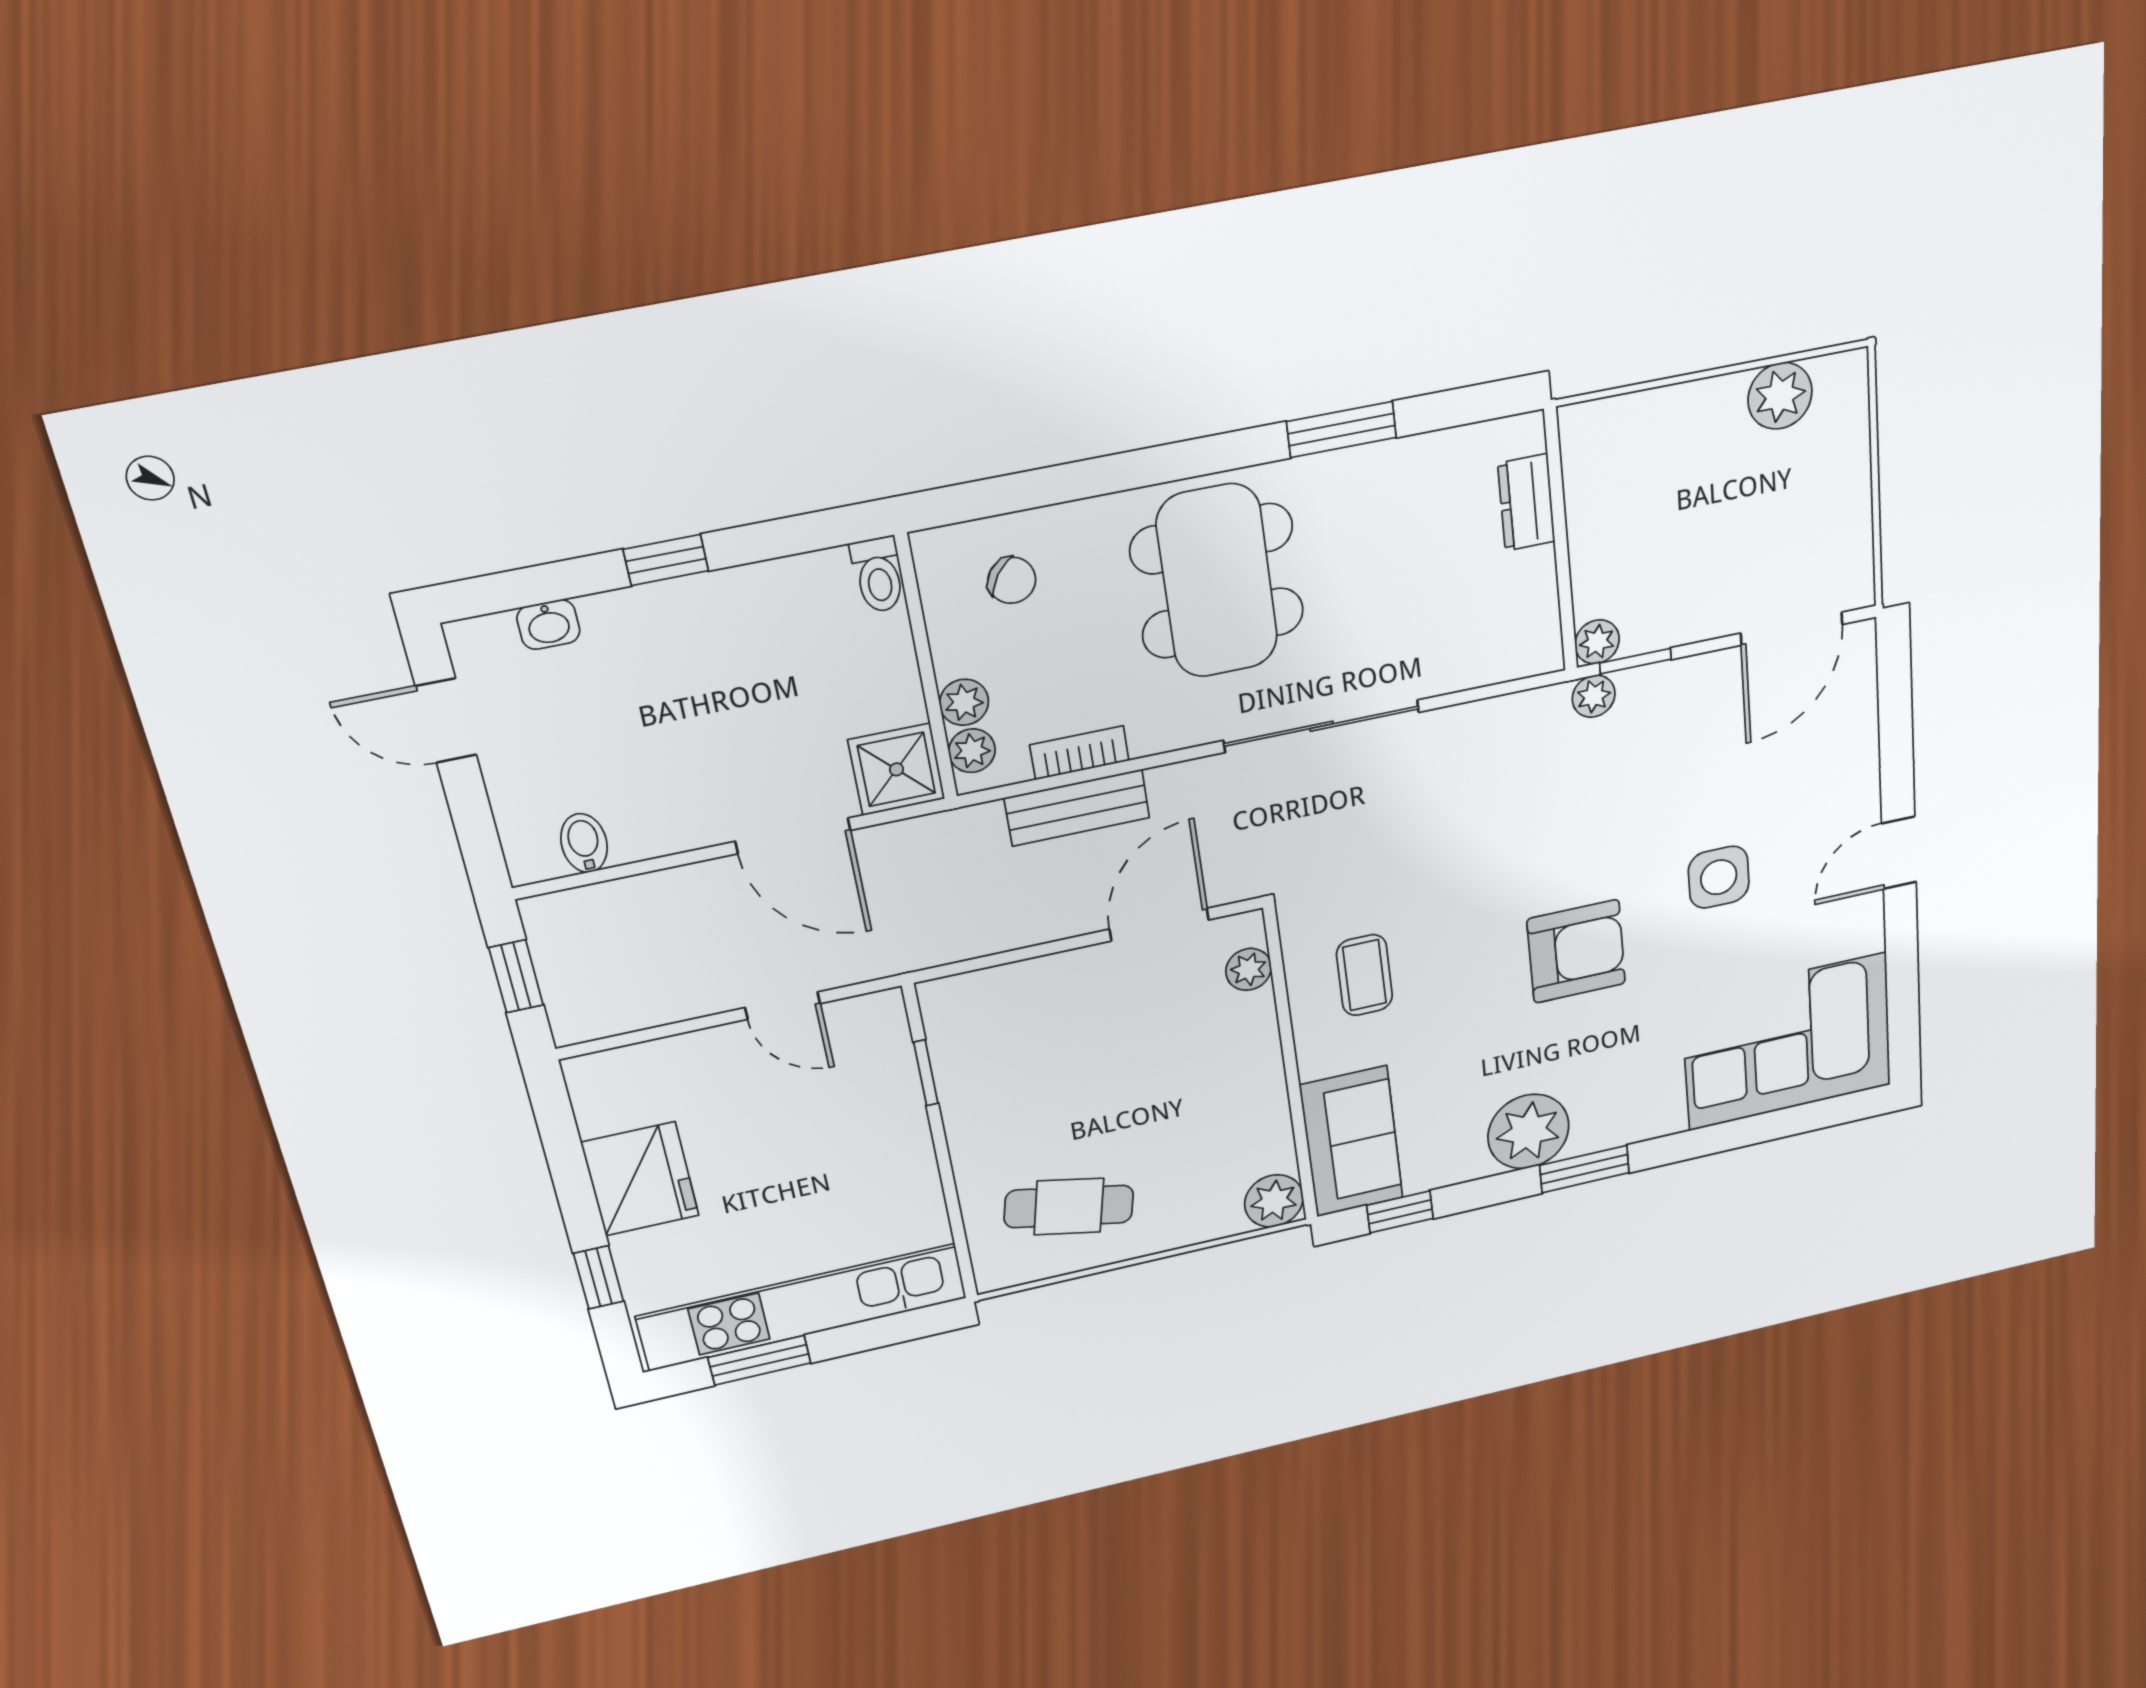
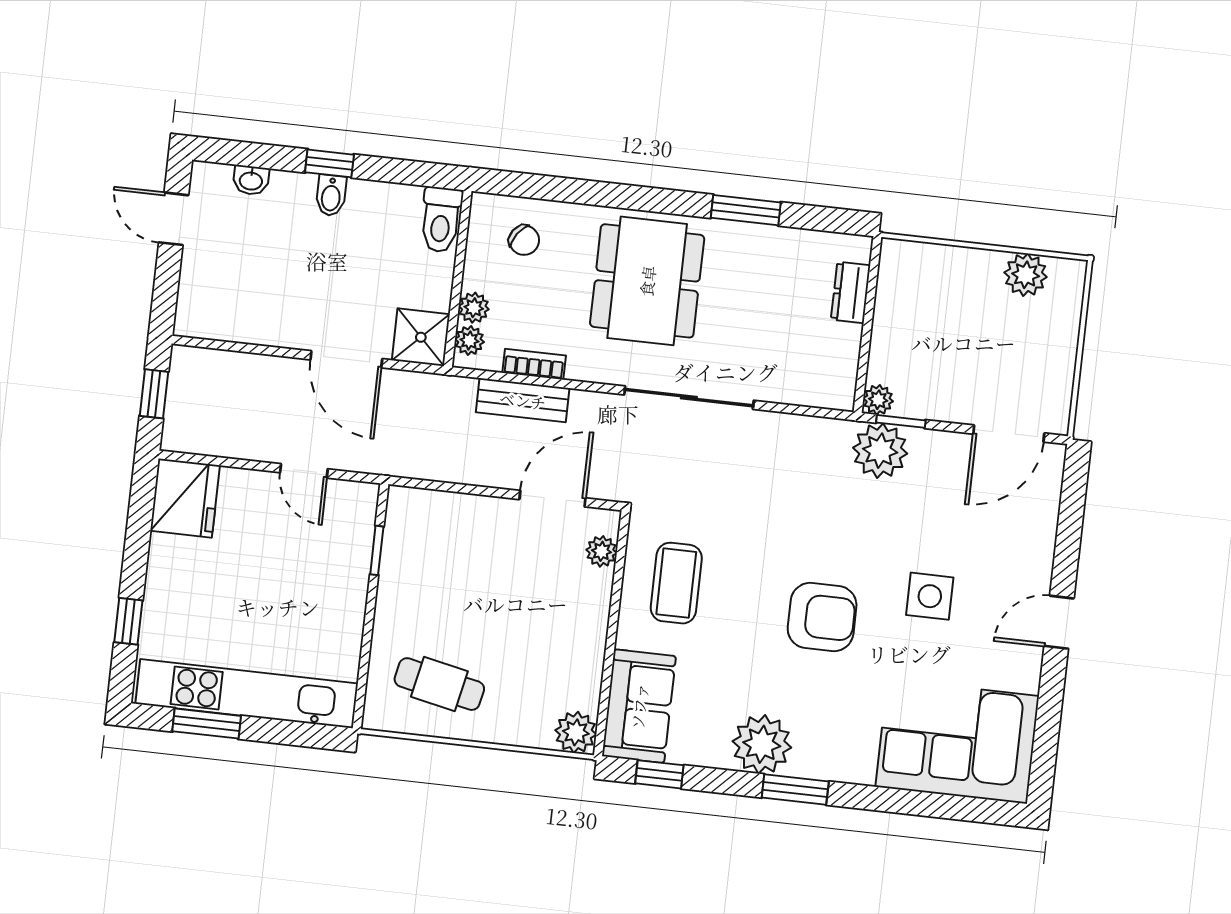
toilet: (878, 575) -> (441, 220), width x1.37, depth x1.39
plant: (1594, 696) -> (880, 451), width x1.88, depth x1.88
bidet: (584, 843) -> (331, 195), moved, turned 180
coffee table: (1364, 975) -> (676, 583), width x1.36, depth x1.30
fridge: (640, 1179) -> (185, 498), moved

